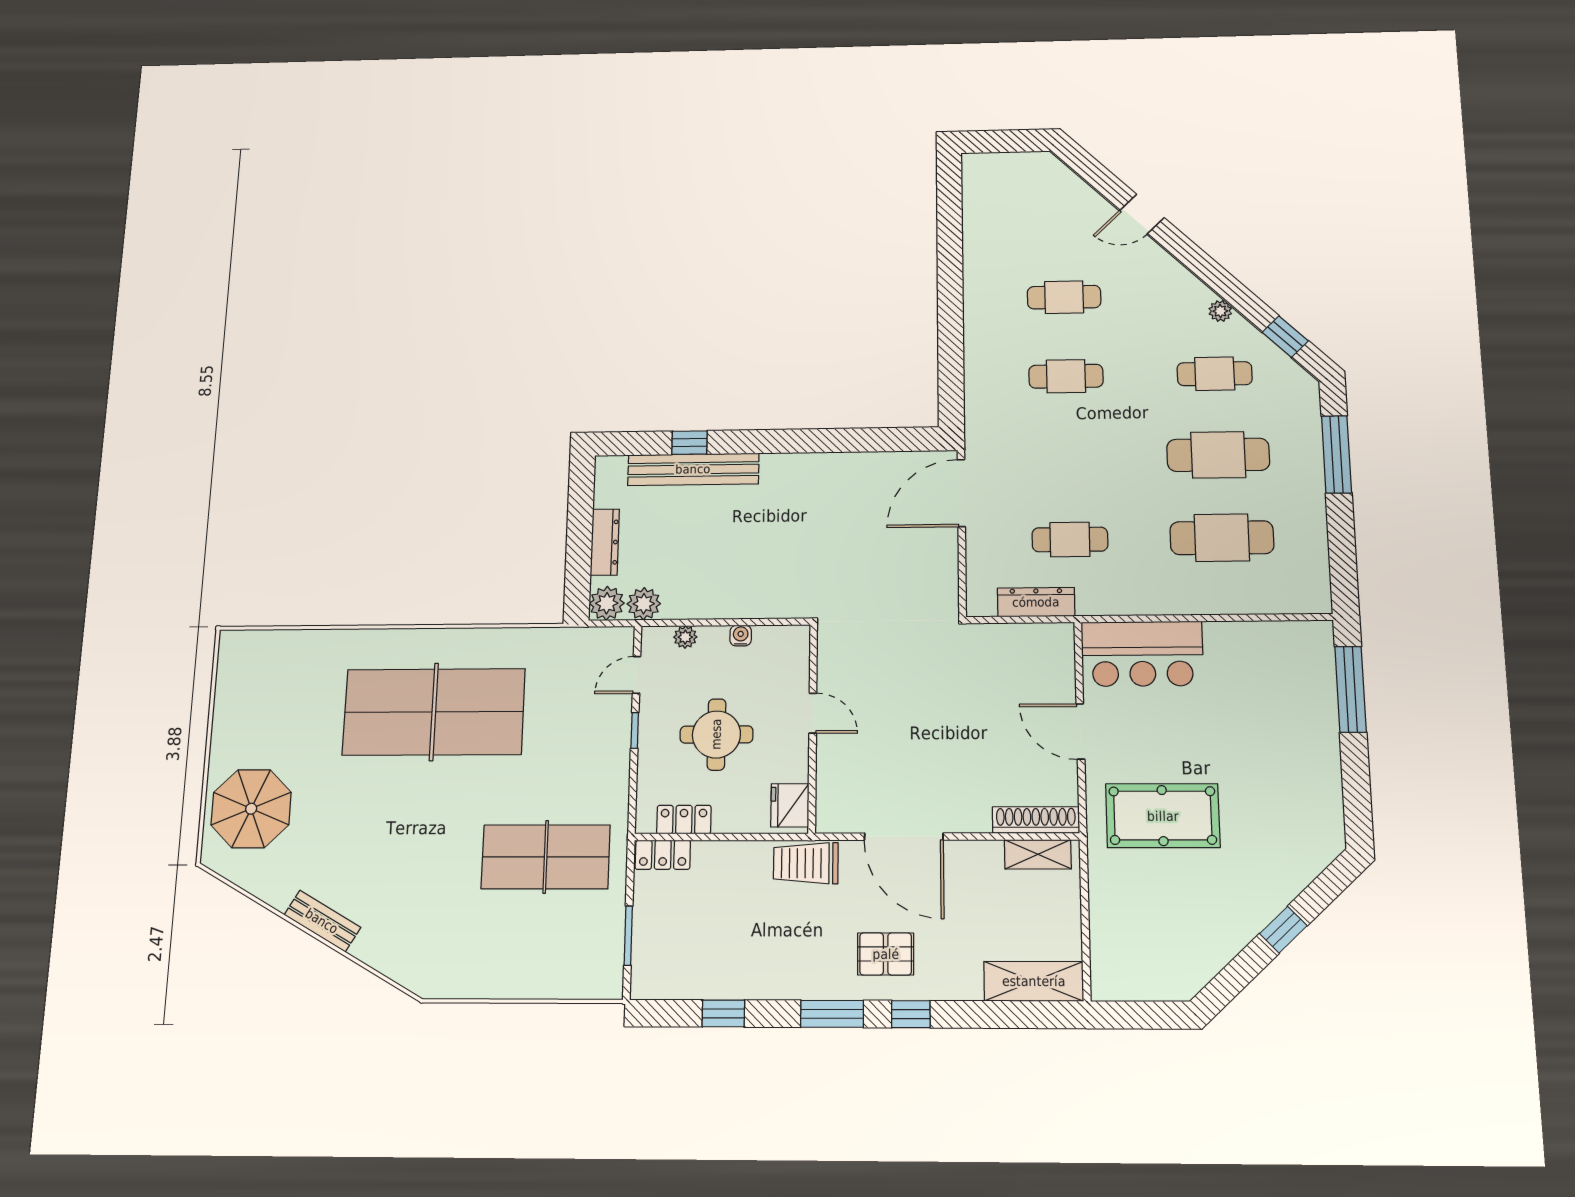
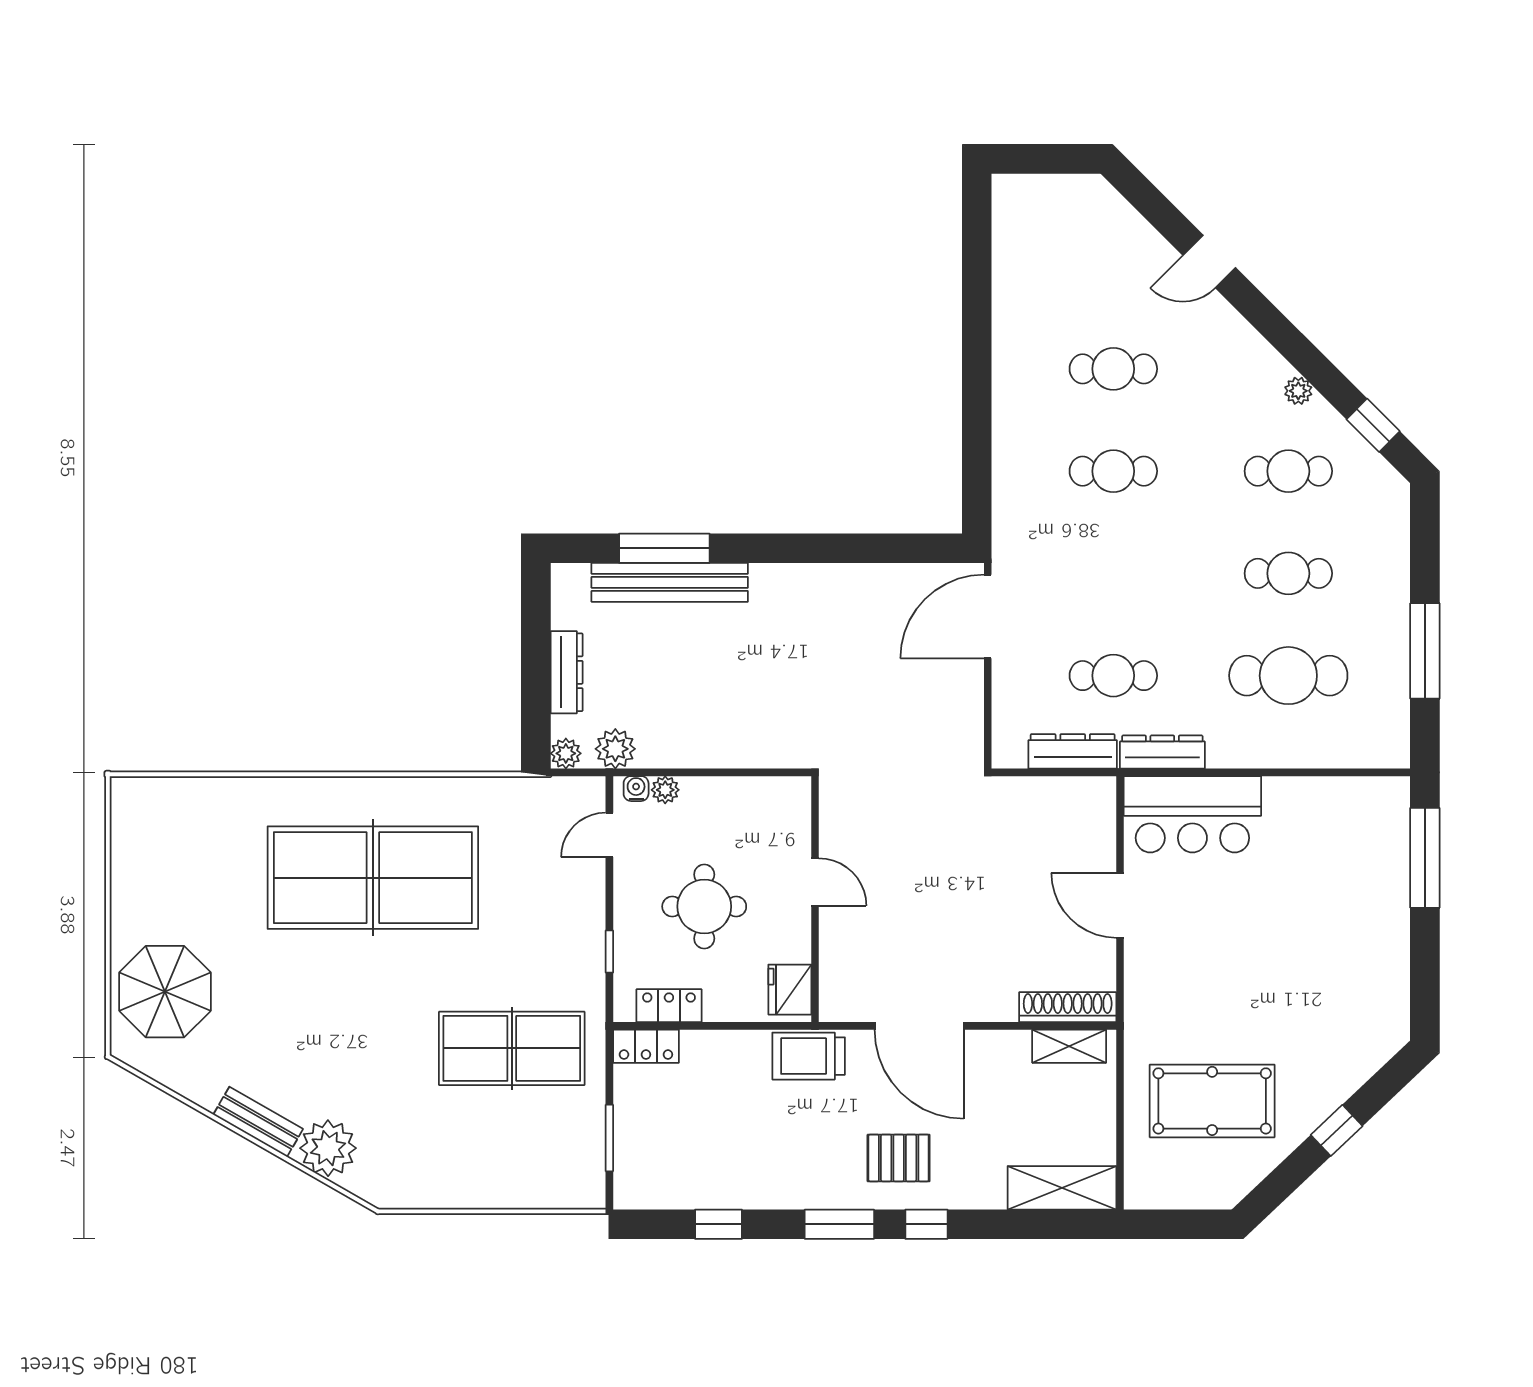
window: (689, 443) -> (664, 548), width x2.17
window: (1336, 454) -> (1425, 651), moved
cafe table: (1218, 455) -> (1288, 573), width x0.73, depth x0.74
dresser: (1114, 602) -> (1162, 752), added
plant: (607, 603) -> (566, 753), width x0.73, depth x0.73
water cooler: (741, 636) -> (636, 789), moved
window: (635, 730) -> (609, 952), moved
pool table: (1163, 816) -> (1212, 1101), moved
plant: (381, 944) -> (328, 1148), added

